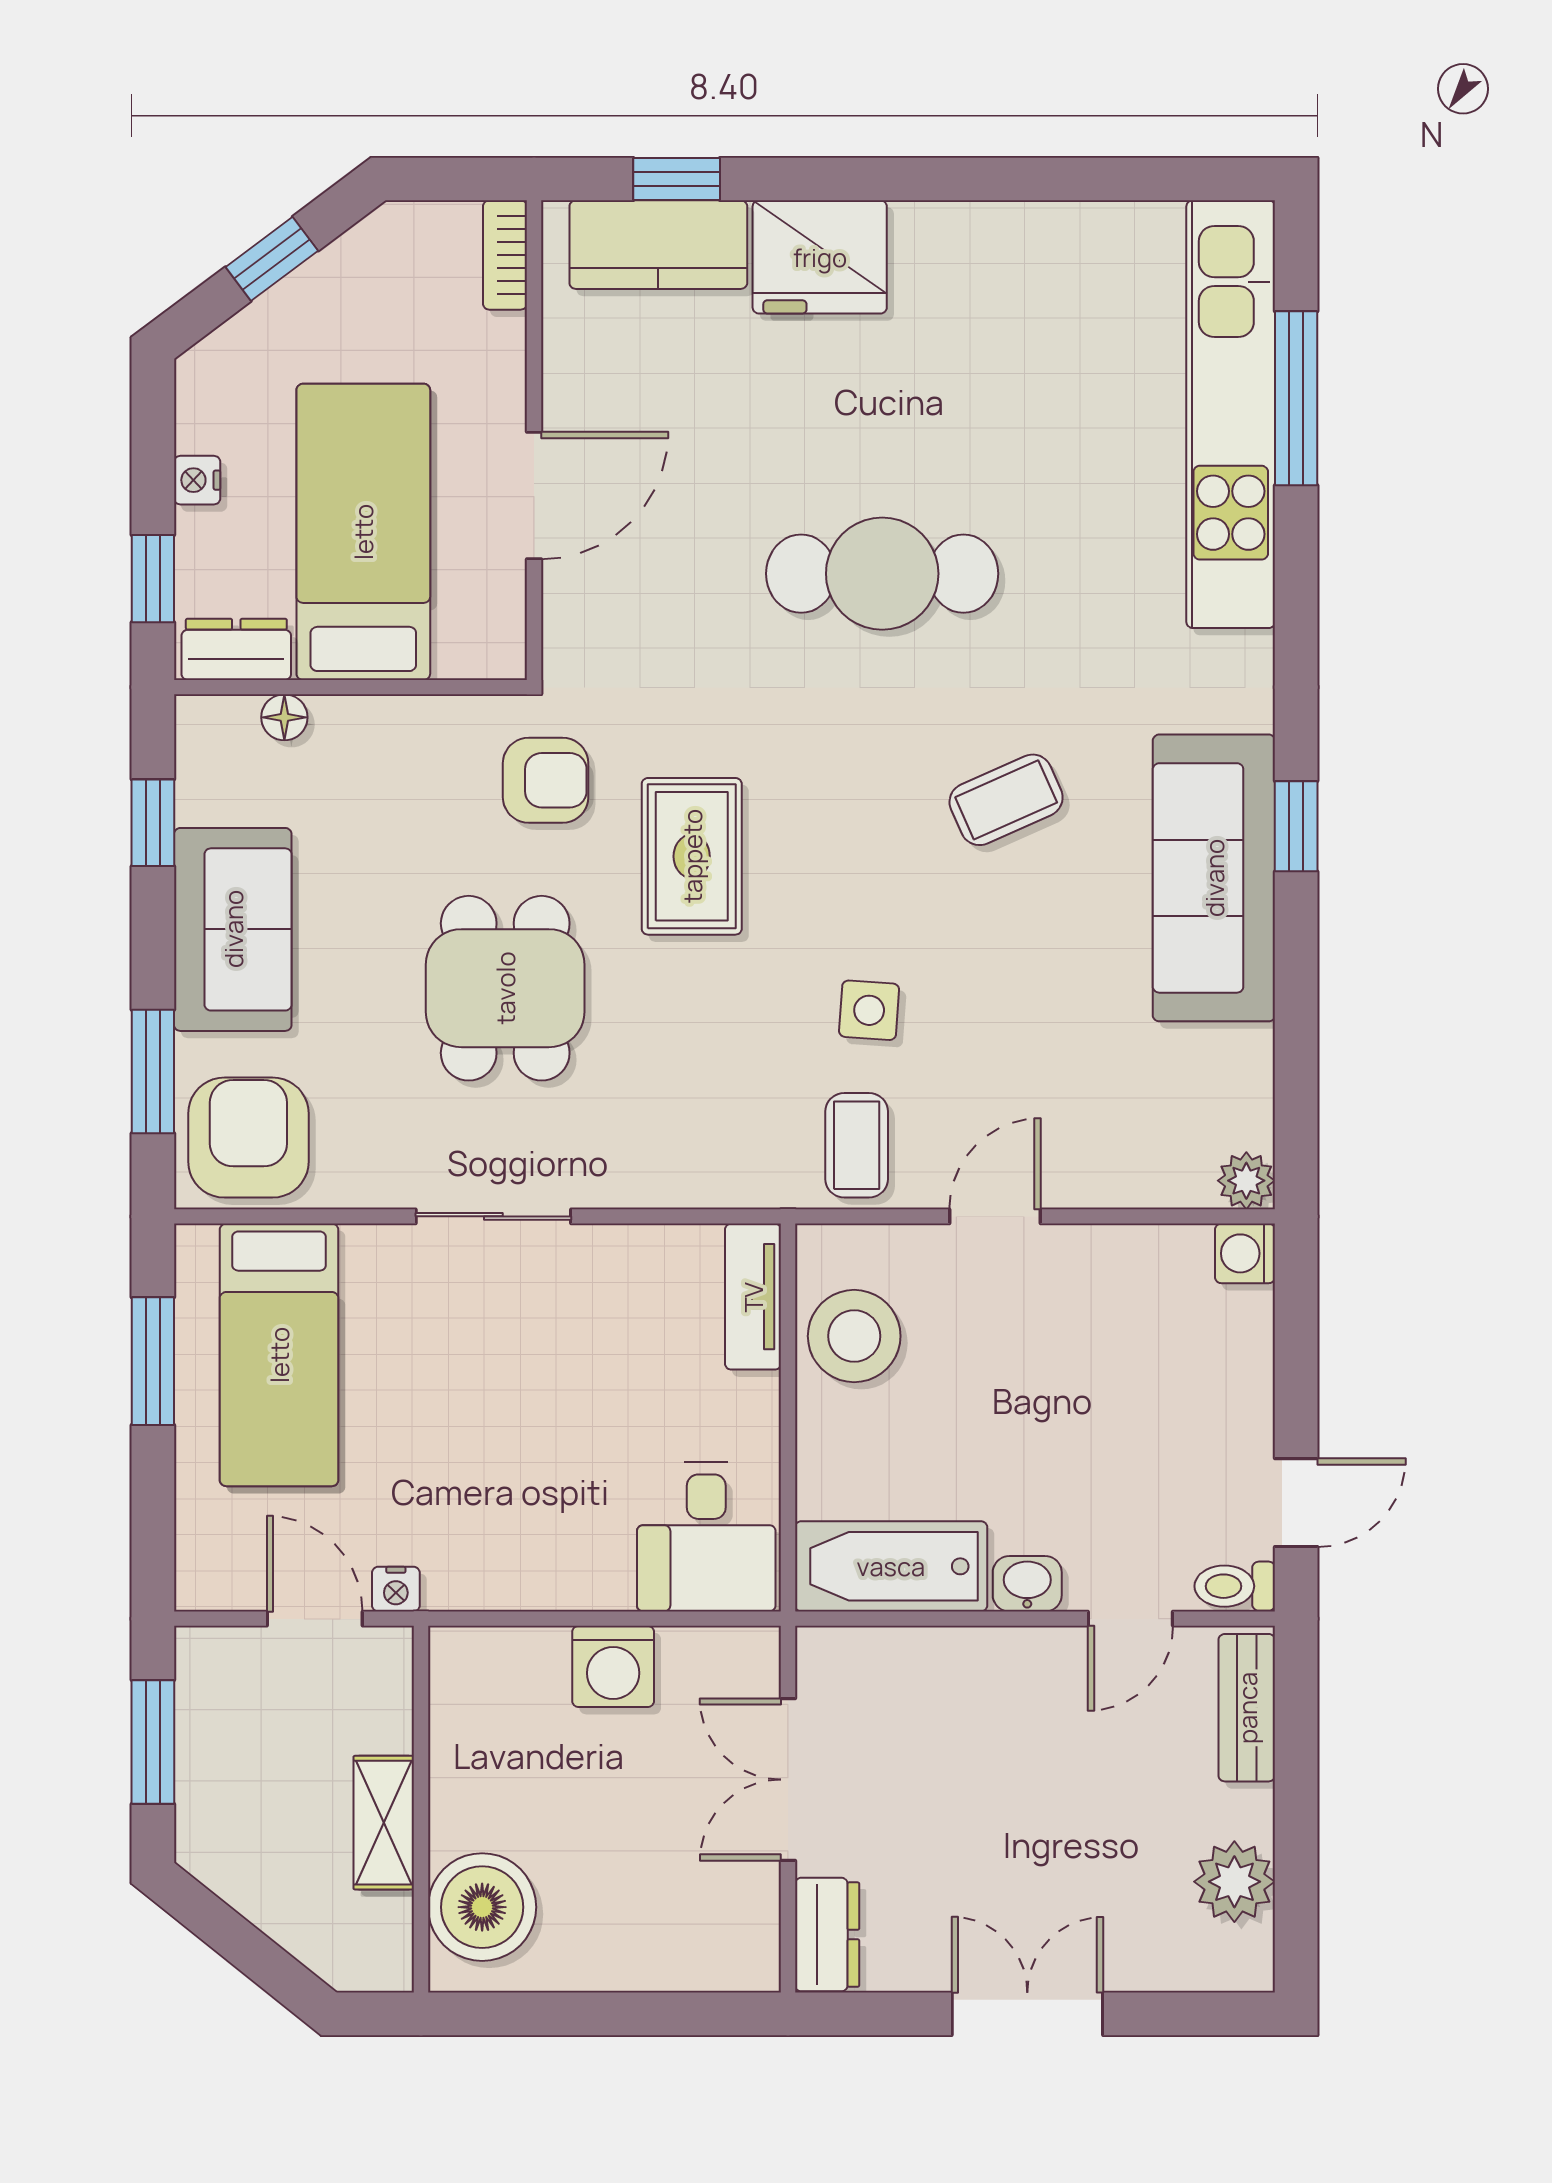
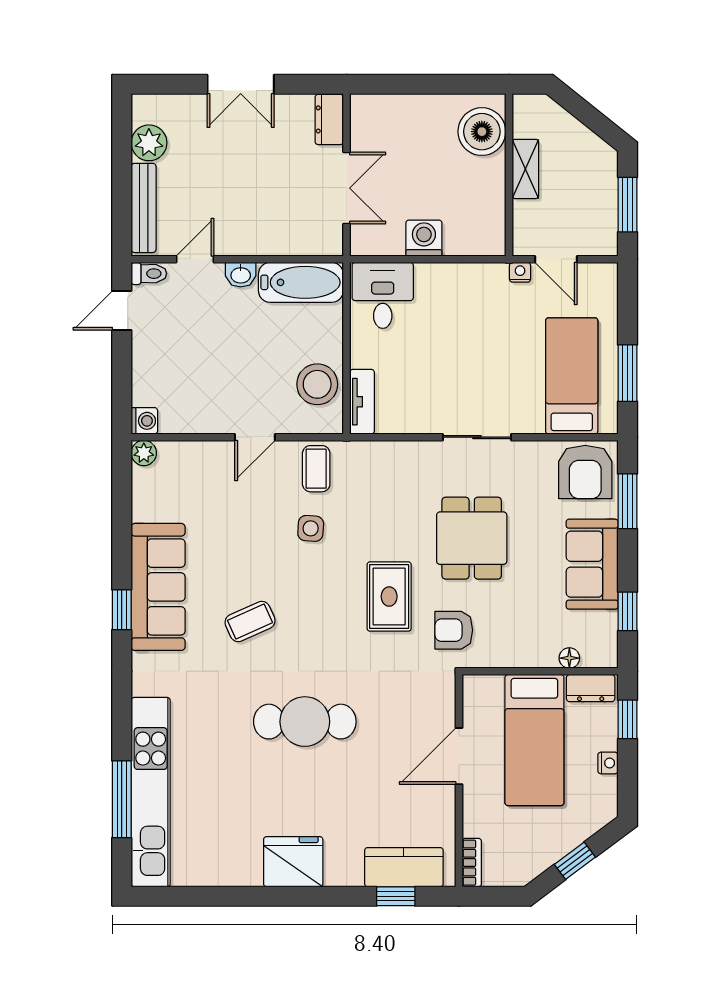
fridge: (820, 257) -> (293, 862), moved
bench: (1247, 1708) -> (144, 208), width x1.36

